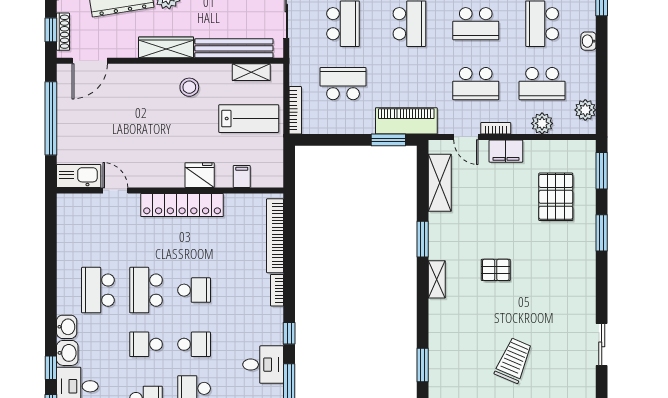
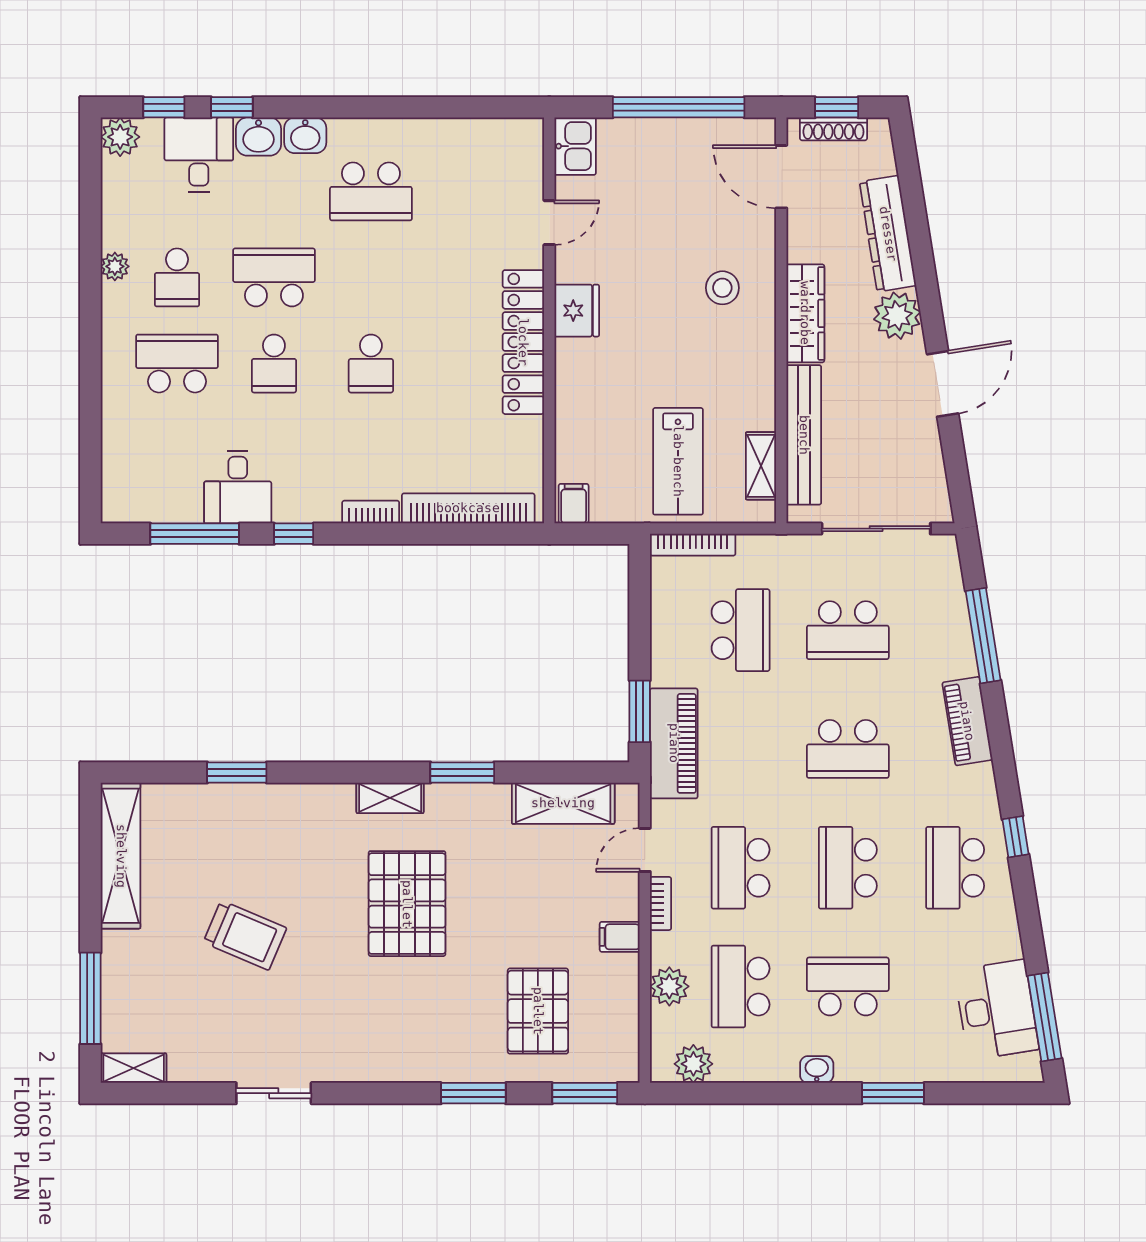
stool: (189, 87) -> (722, 288), moved
filing cabinet: (506, 151) -> (620, 937), width x0.50
fridge: (200, 175) -> (577, 311), moved
kitchen sink: (79, 176) -> (575, 146), width x0.73
filing cabinet: (242, 177) -> (574, 504), moved, turned -90
pallet: (556, 197) -> (538, 1011), turned 90
pallet: (496, 270) -> (407, 904), width x2.05, depth x2.00
school desk: (98, 290) -> (371, 191), turned 180
school desk: (146, 290) -> (371, 277), removed
school desk: (146, 344) -> (274, 277), width x1.85

